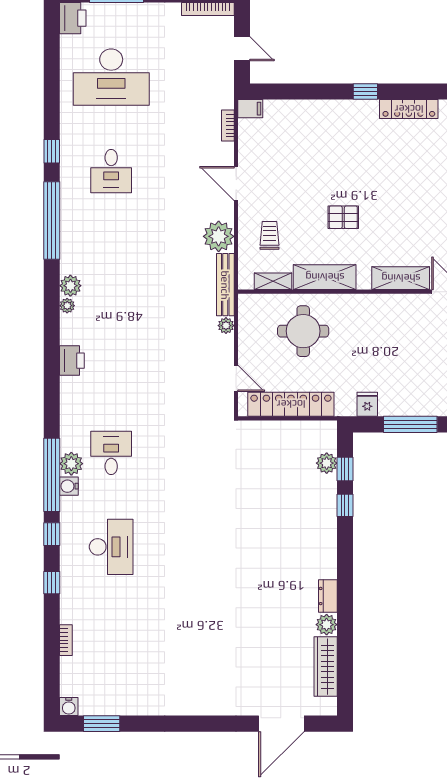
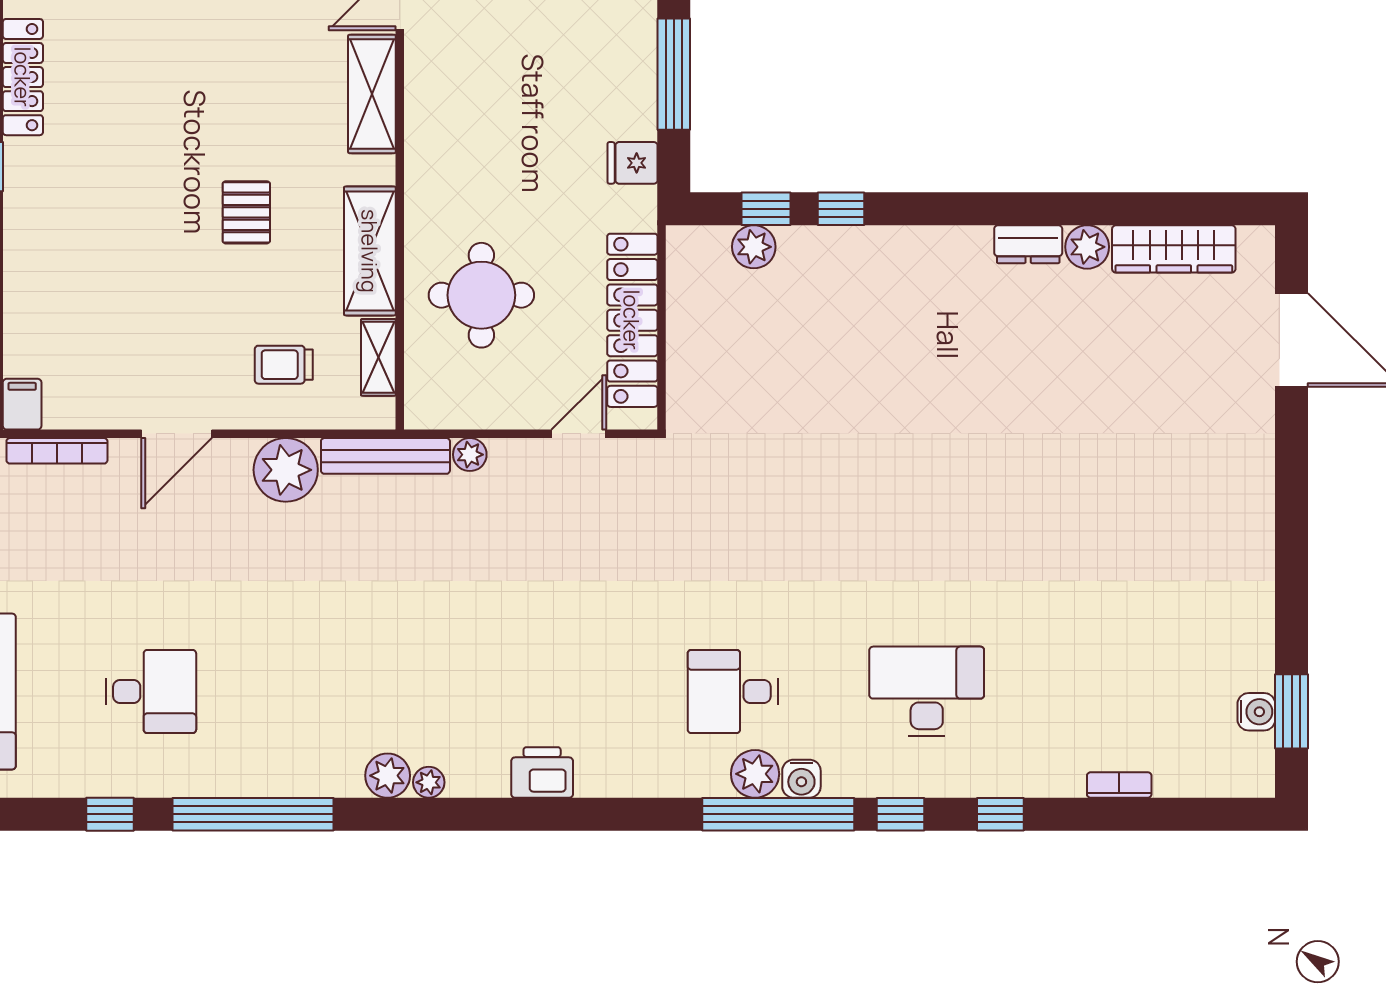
bookcase: (228, 126) -> (57, 451), width x1.56
water cooler: (69, 707) -> (1256, 712), moved

